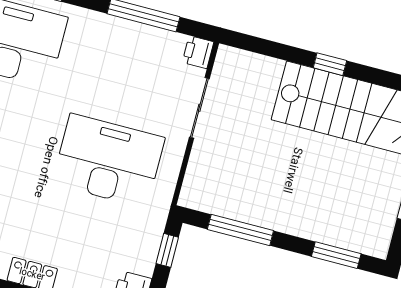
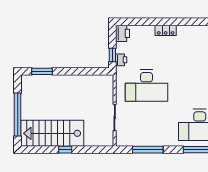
printer: (198, 52) -> (121, 60), moved
window: (240, 230) -> (84, 71), removed

